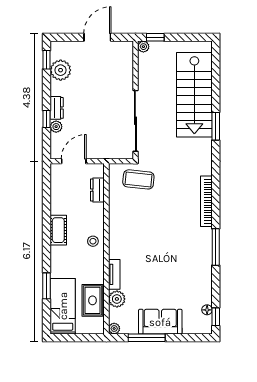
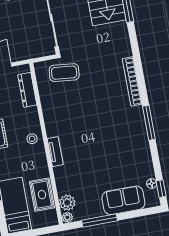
dresser: (97, 190) -> (27, 90), width x1.44
tv unit: (114, 274) -> (55, 152), moved
plant: (117, 299) -> (67, 203), moved
sofa: (160, 322) -> (123, 200), moved

